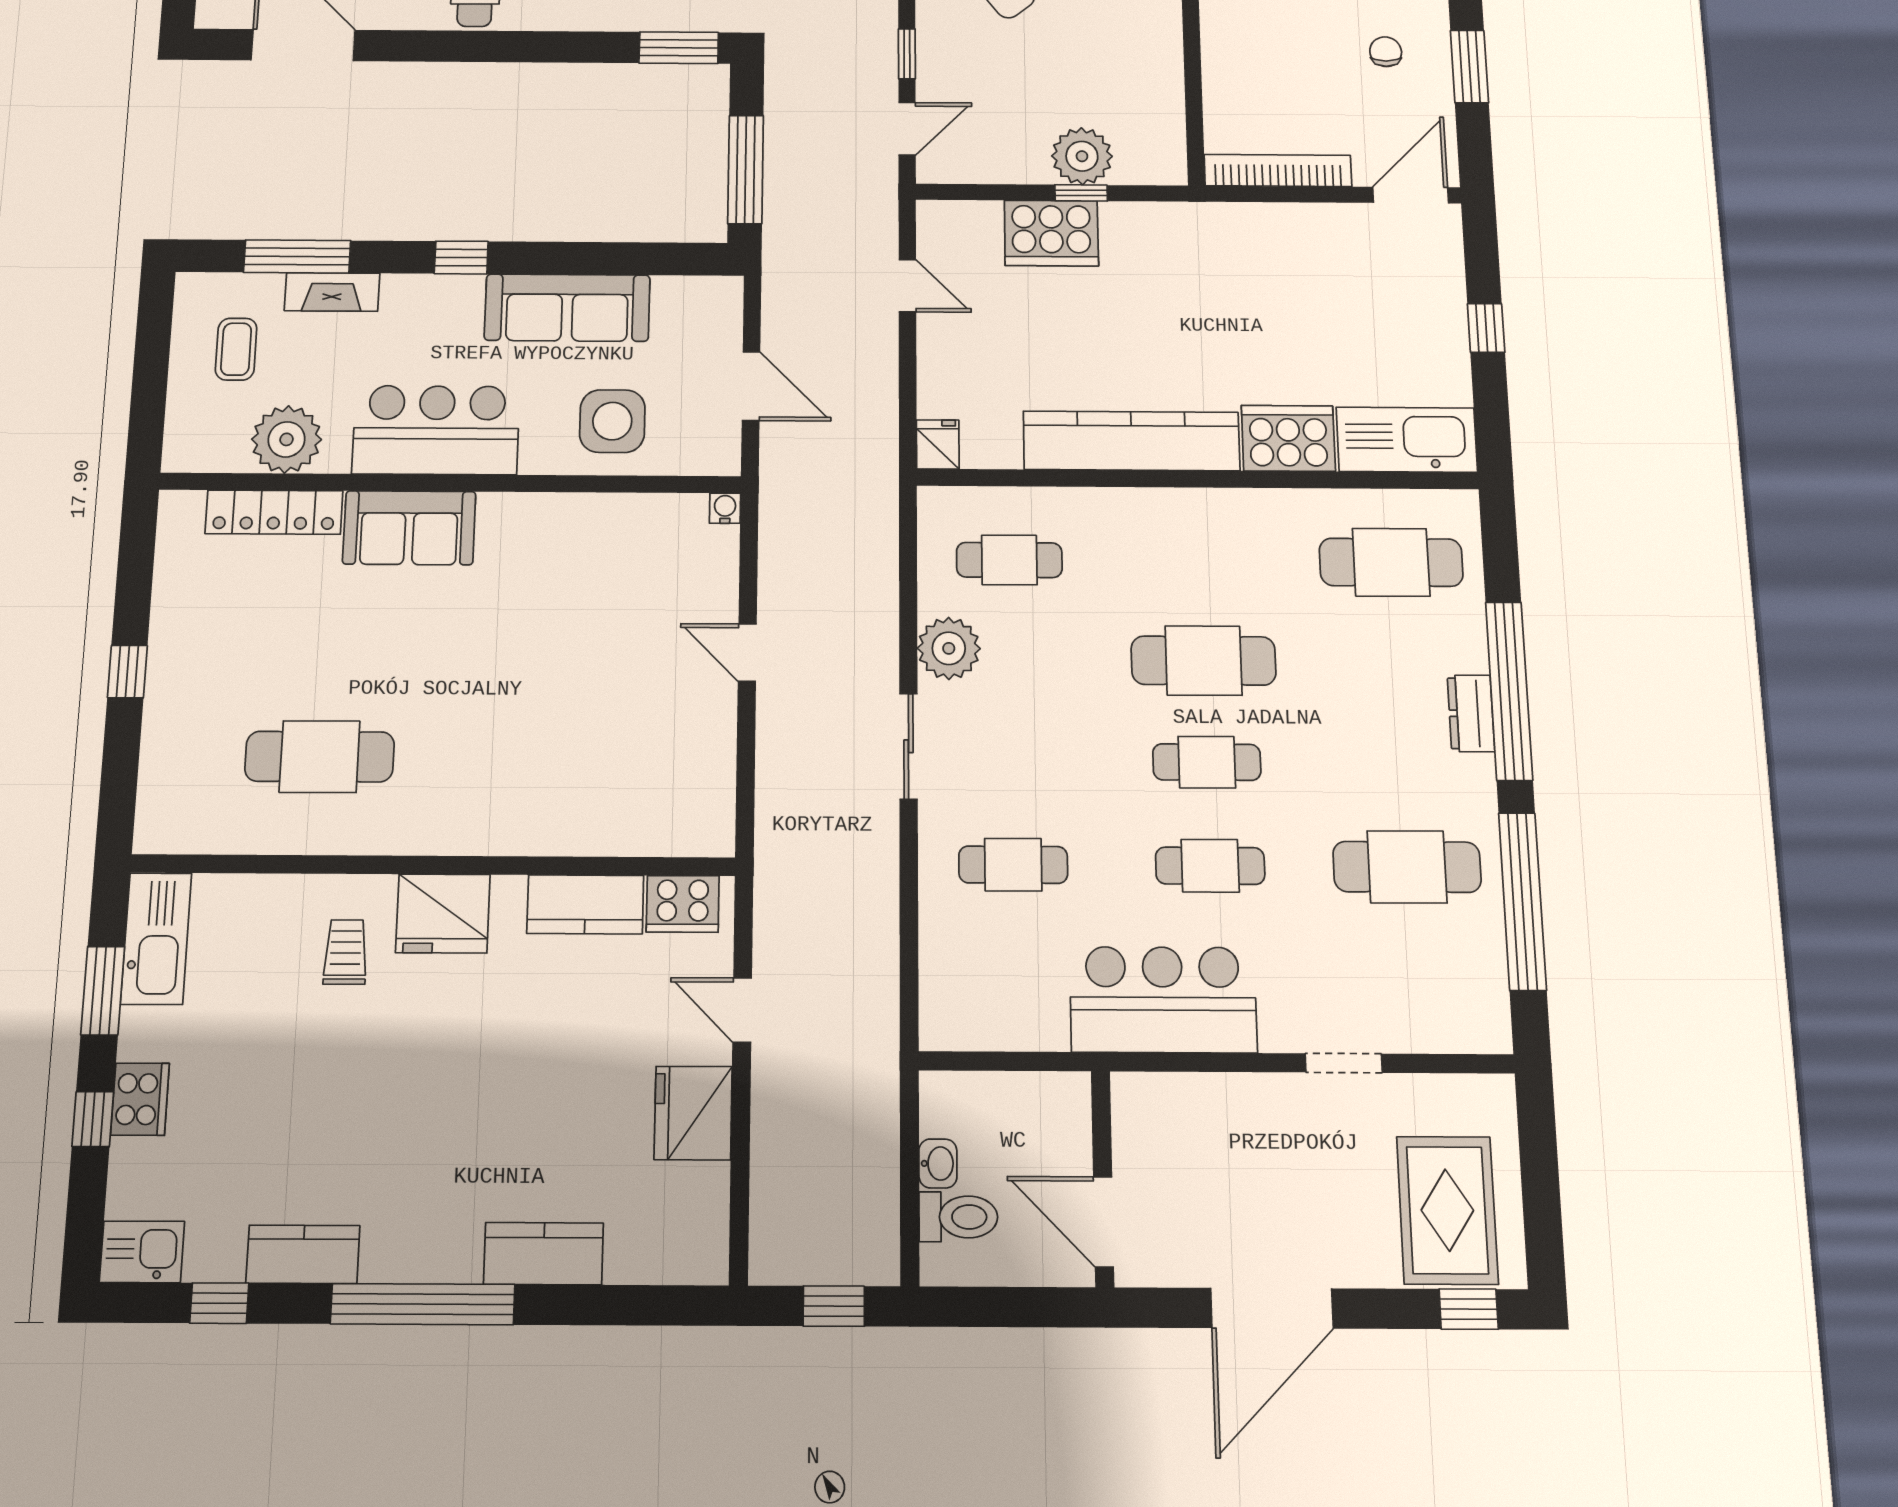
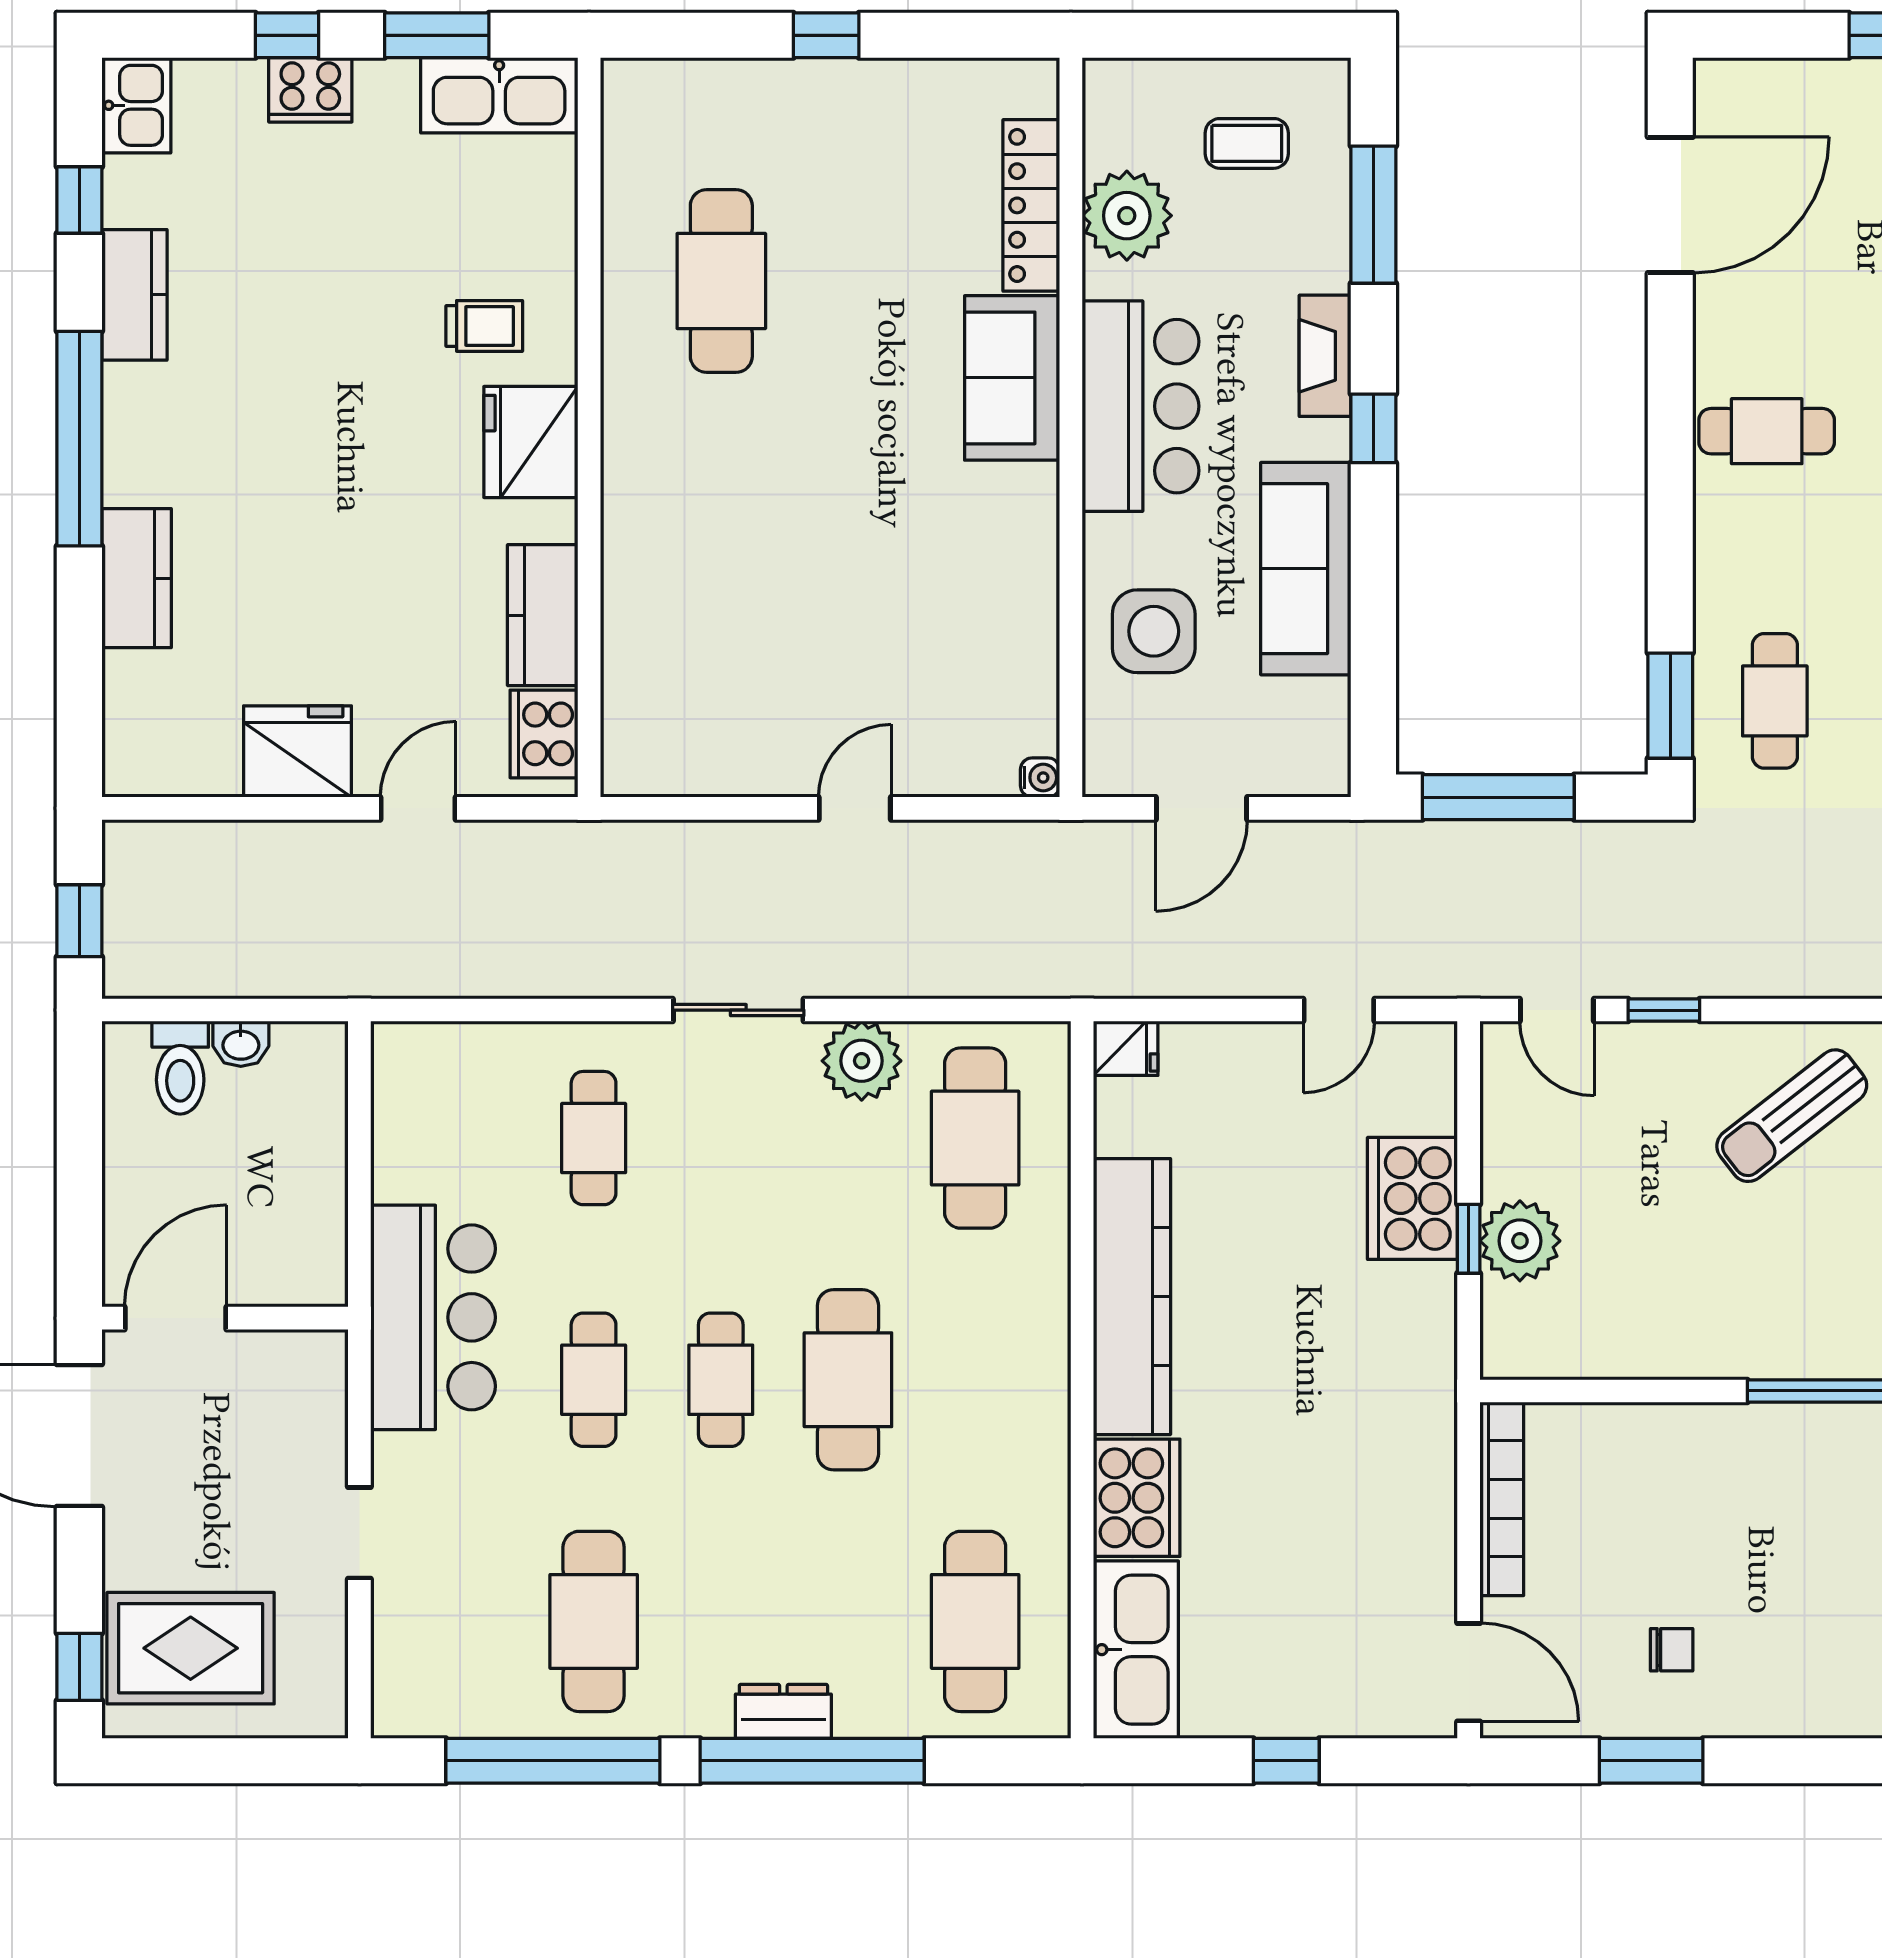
fireplace: (332, 292) -> (1325, 356), moved
cafe table: (1009, 560) -> (975, 1138), width x1.37, depth x1.35
wall: (1103, 1178) -> (225, 1318), moved
door: (1104, 1222) -> (176, 1318), moved

